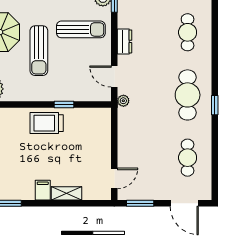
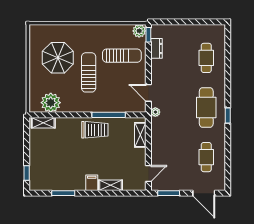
dresser: (125, 41) -> (156, 48), moved
sun lounger: (39, 51) -> (89, 72), turned 180
window: (64, 104) -> (109, 115), width x2.17
trolley: (47, 123) -> (95, 130), turned 180
shelving: (104, 130) -> (140, 135), added

